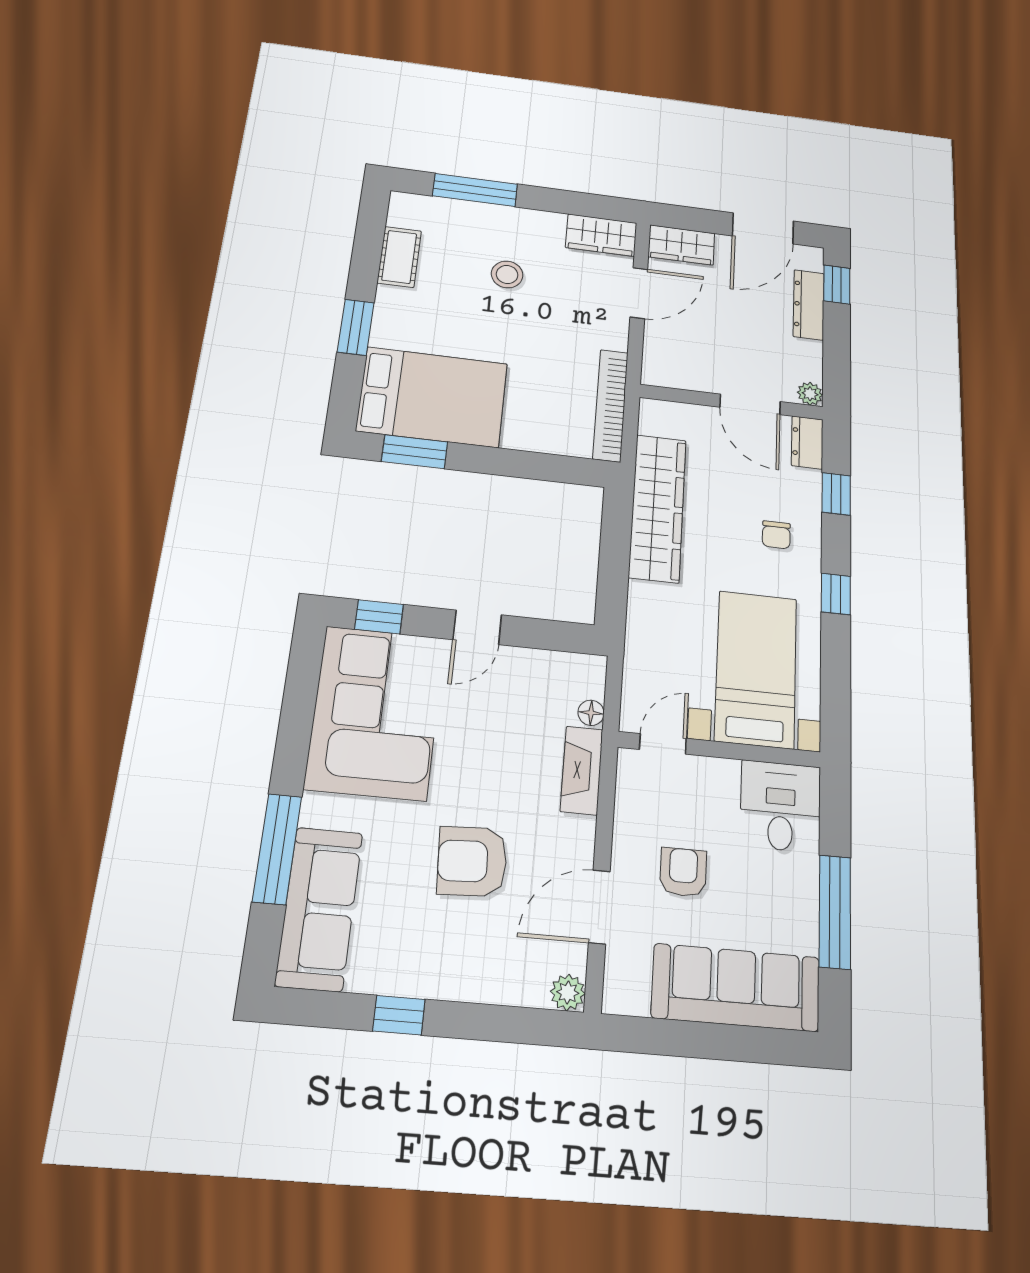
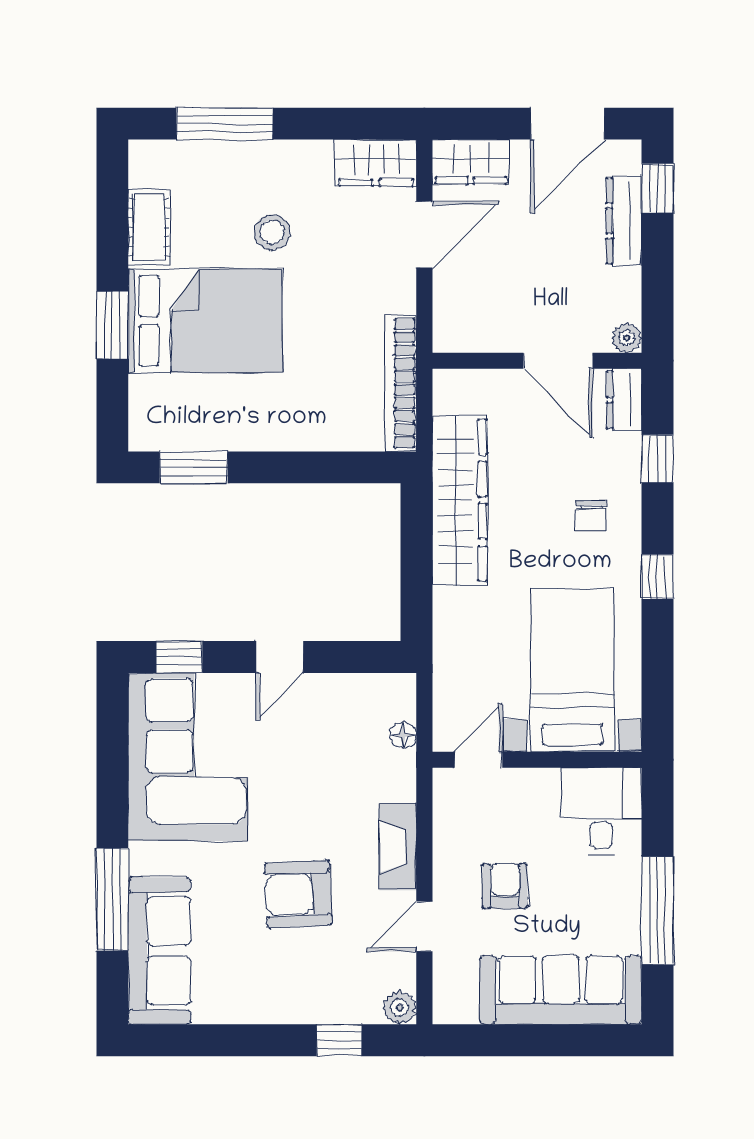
bed: (432, 397) -> (205, 321), moved
fireplace: (582, 770) -> (398, 847), moved
door: (599, 907) -> (424, 926), width x0.73
window: (399, 1015) -> (339, 1040), moved

